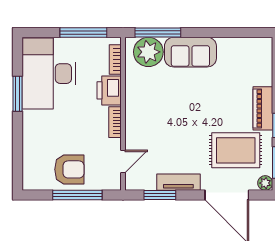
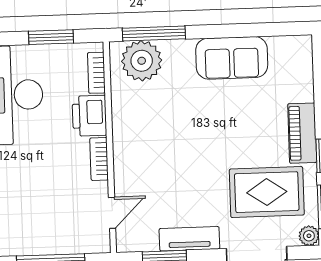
window: (83, 33) -> (51, 37), width x0.69
sofa: (190, 52) -> (232, 58), moved
armchair: (69, 169) -> (39, 226), removed

